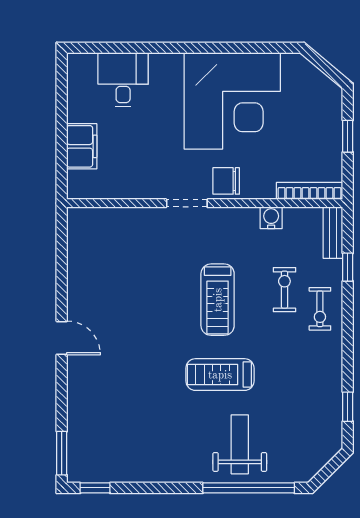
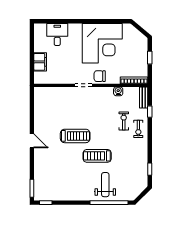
treadmill: (218, 300) -> (75, 136), moved, turned -90

